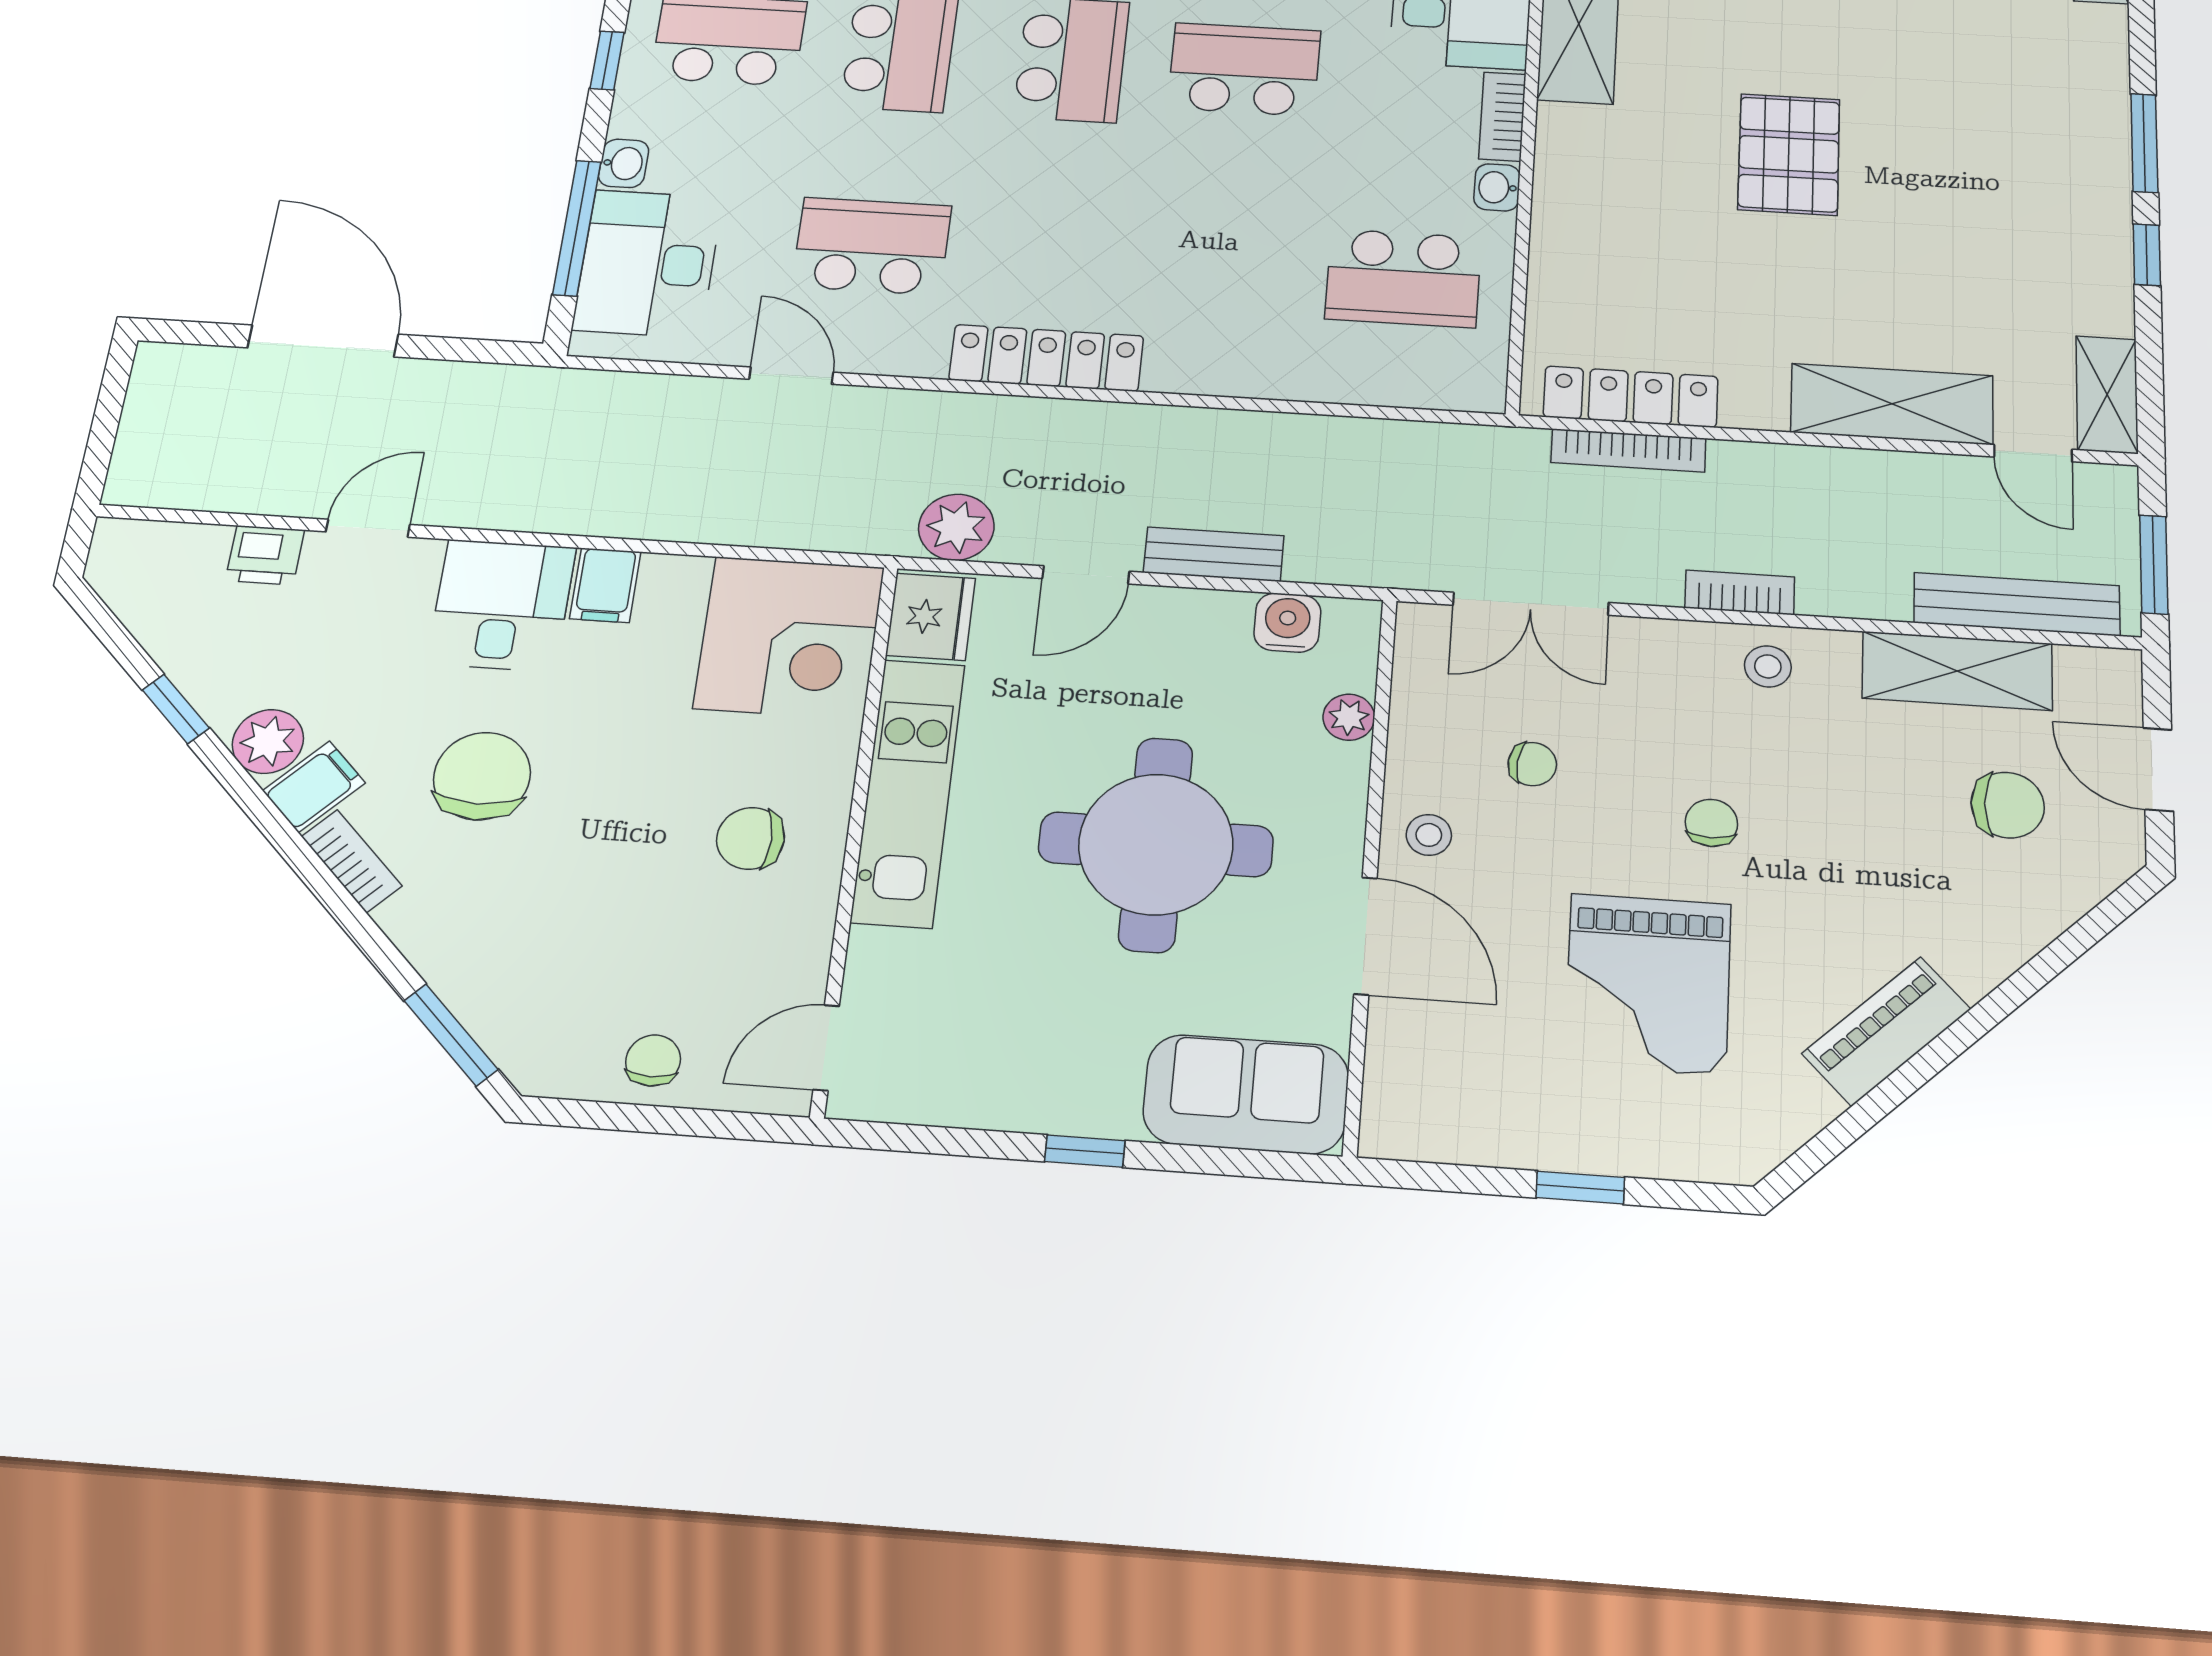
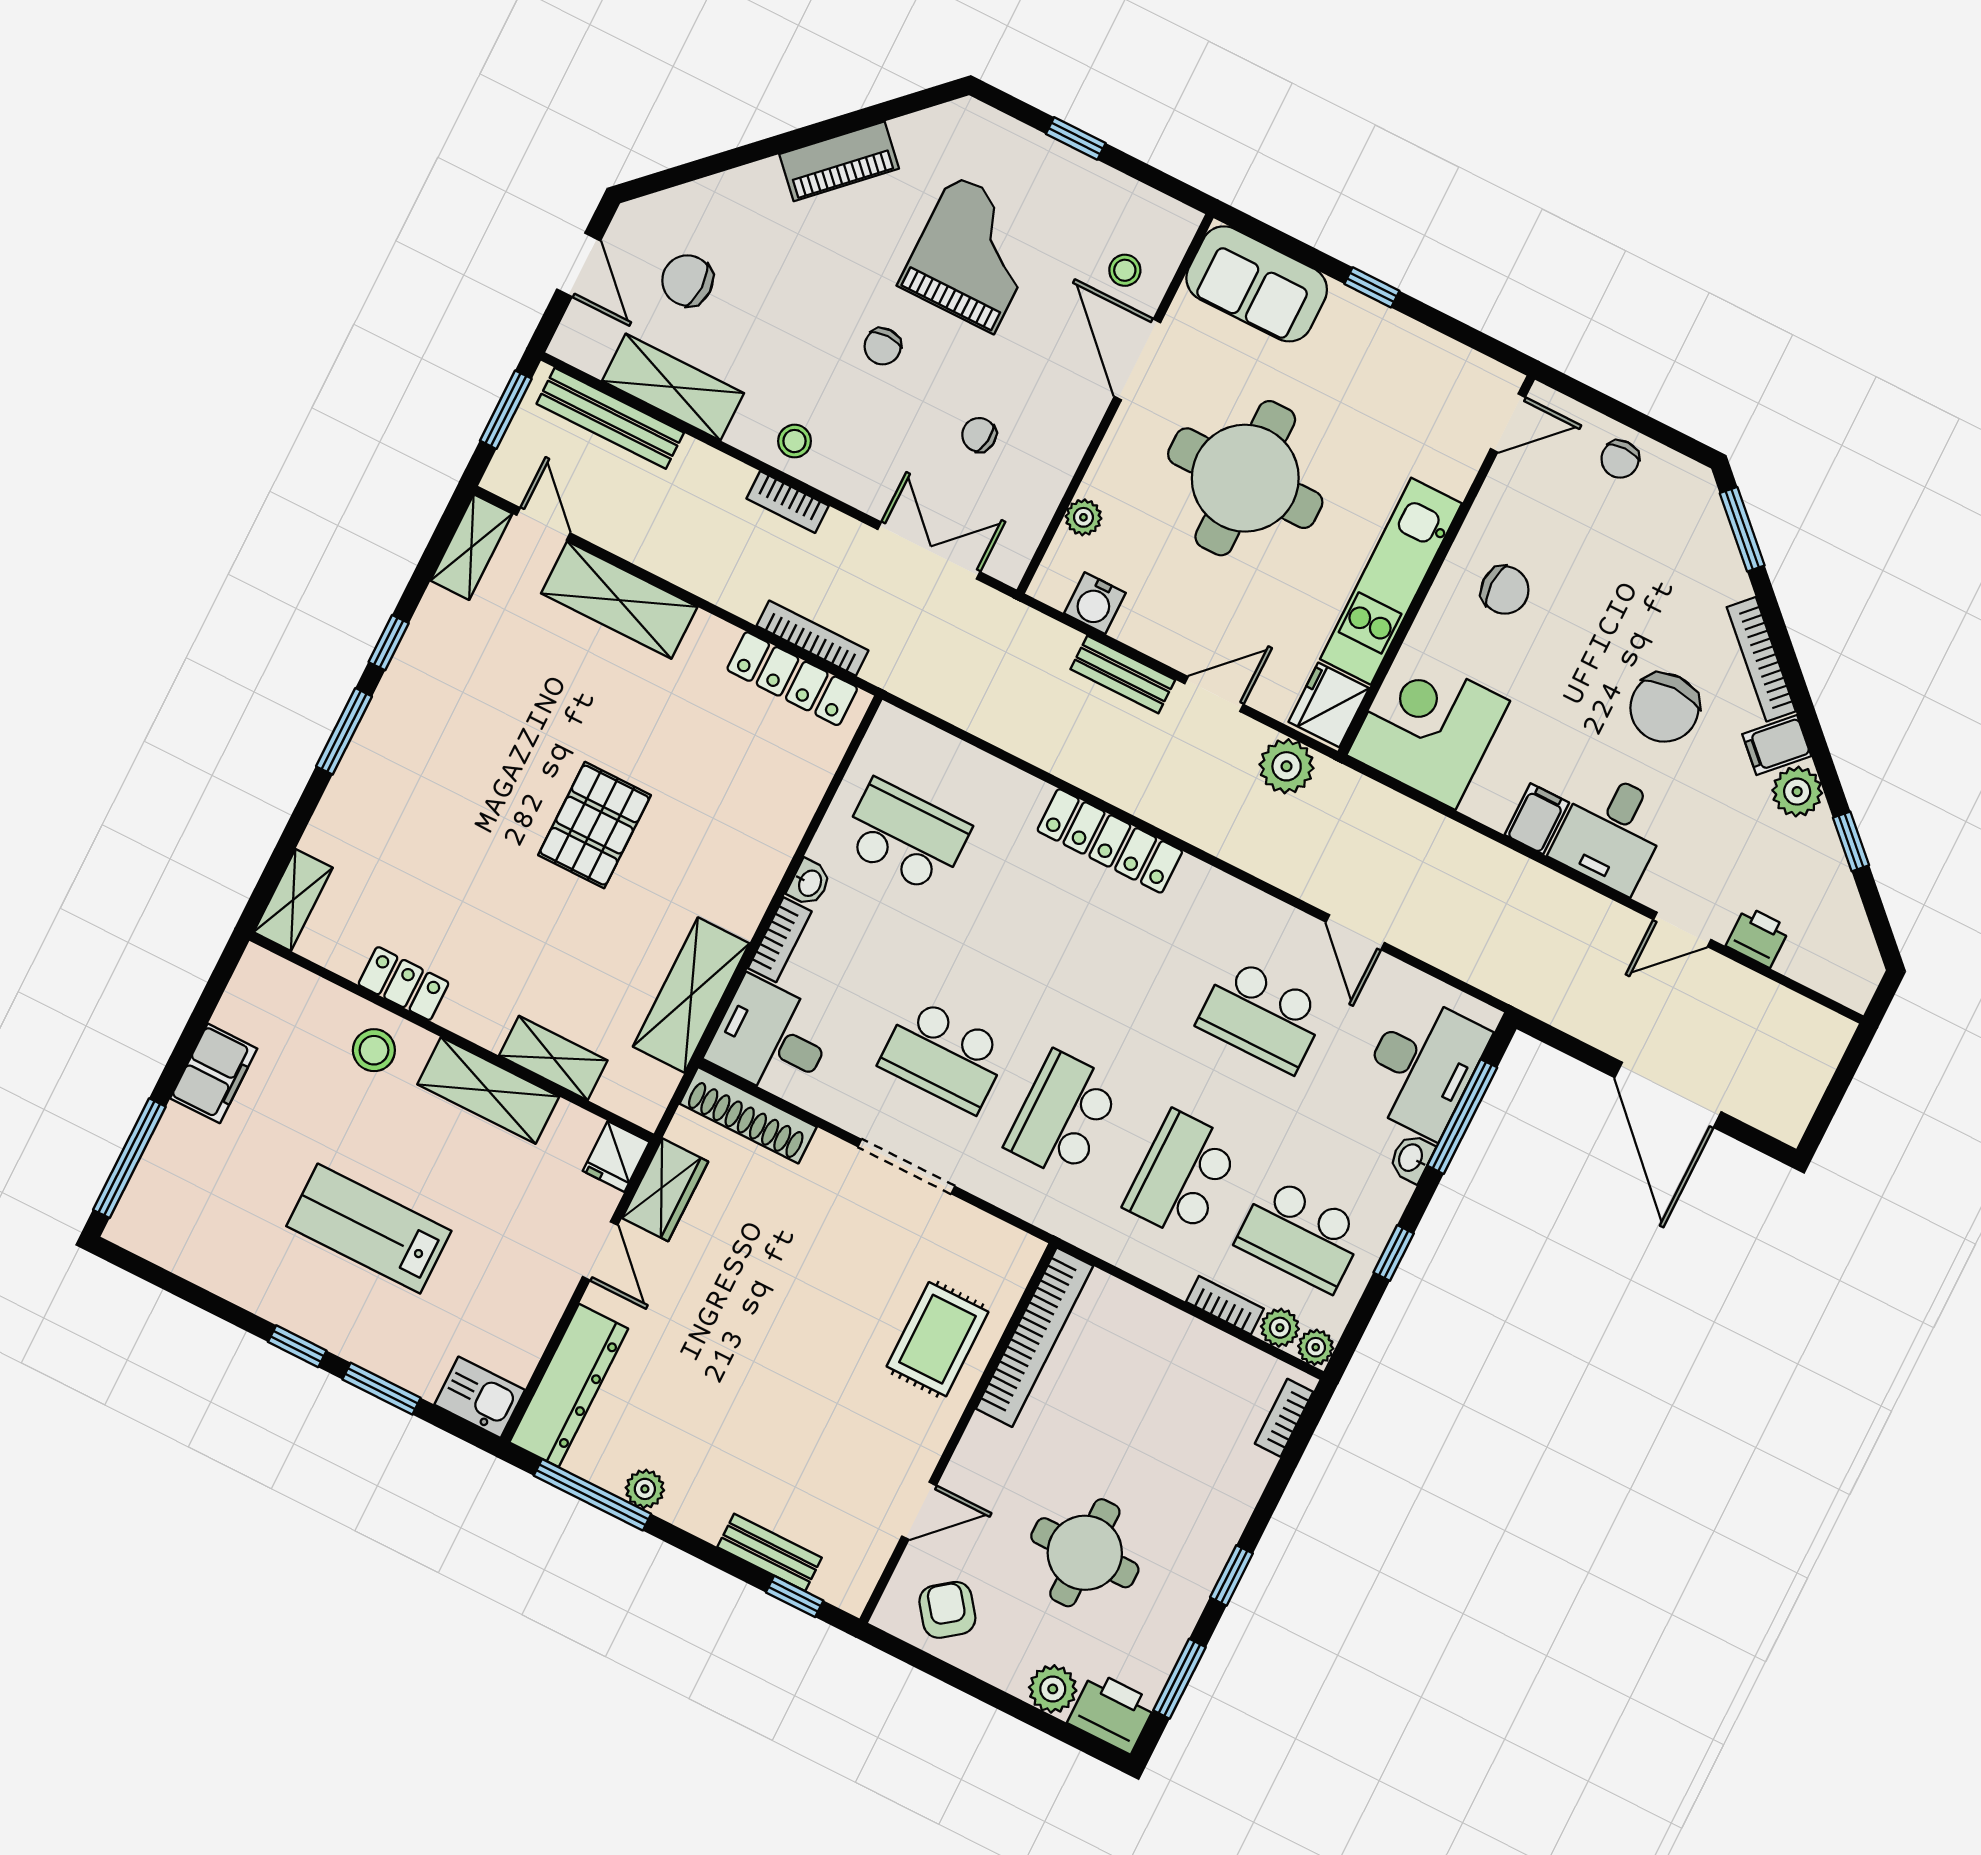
locker: (1046, 358) -> (1110, 841), moved
stool: (1429, 835) -> (1125, 270), moved
bookcase: (352, 861) -> (1761, 659), width x1.56

